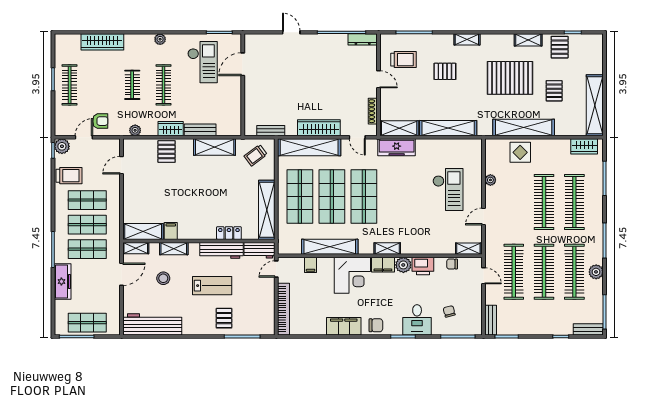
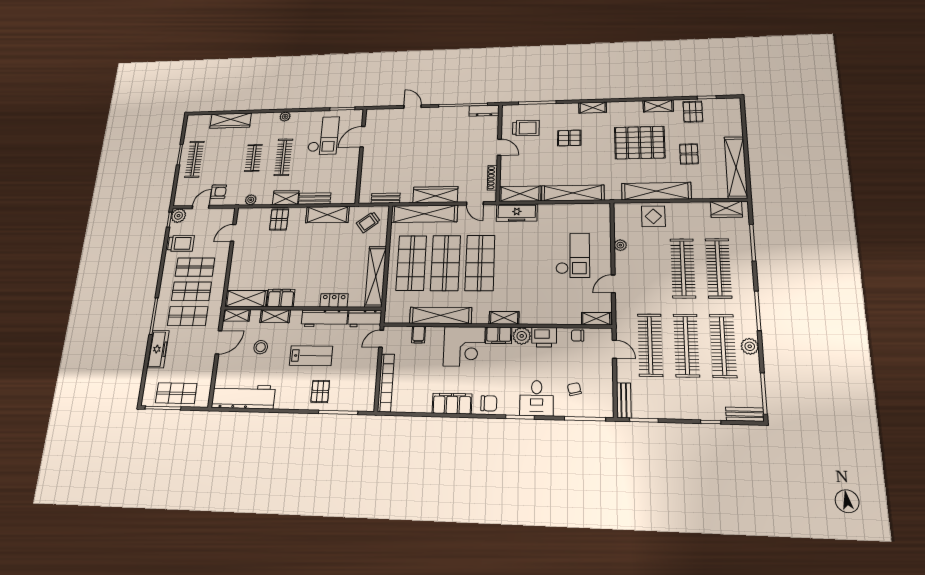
filing cabinet: (171, 231) -> (281, 298), width x2.00

